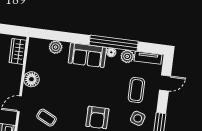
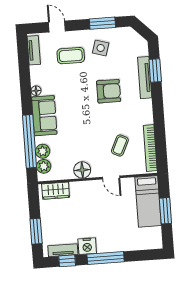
window: (114, 43) -> (29, 141), moved
plant: (127, 56) -> (44, 166), moved

